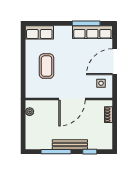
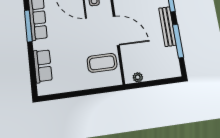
row of seats: (39, 32) -> (43, 66), moved
coffee table: (47, 66) -> (102, 63), moved

